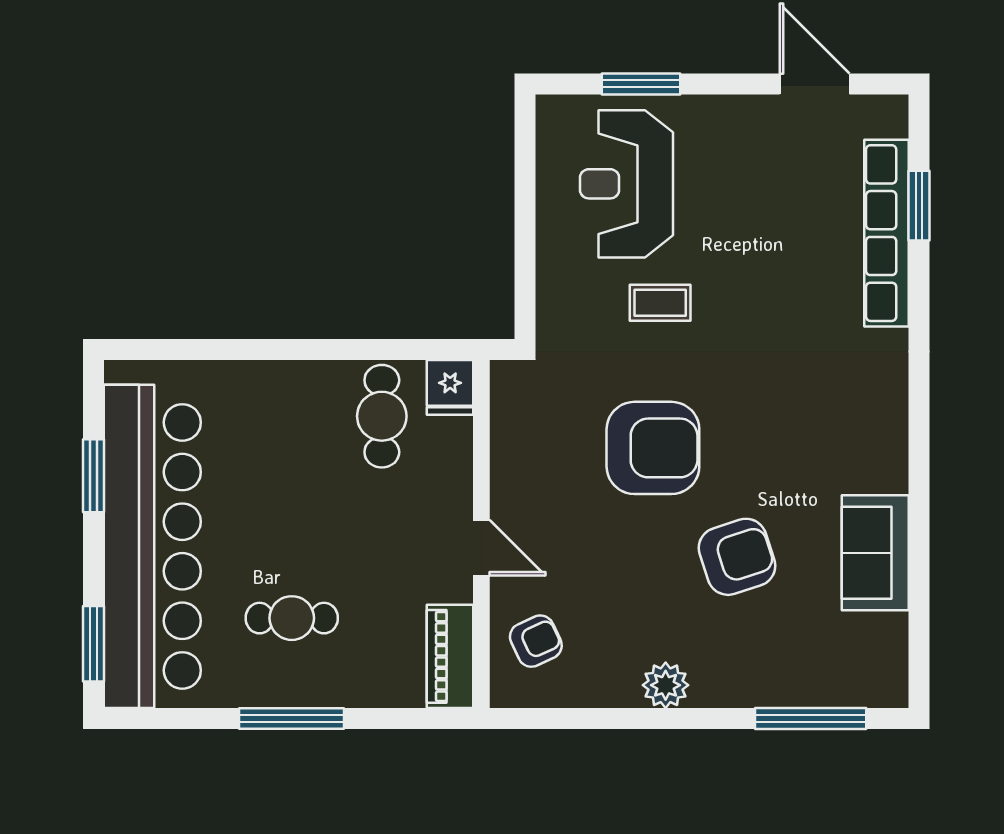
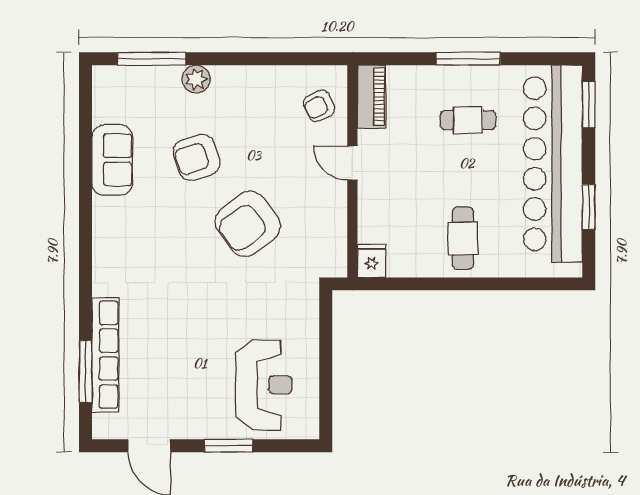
window: (641, 84) -> (229, 446), moved
window: (919, 206) -> (86, 372), width x1.44
coffee table: (660, 303) -> (243, 312), removed
cafe table: (382, 416) -> (463, 238), moved
armchair: (653, 448) -> (248, 224), turned -36
plant: (666, 685) -> (196, 79), moved

